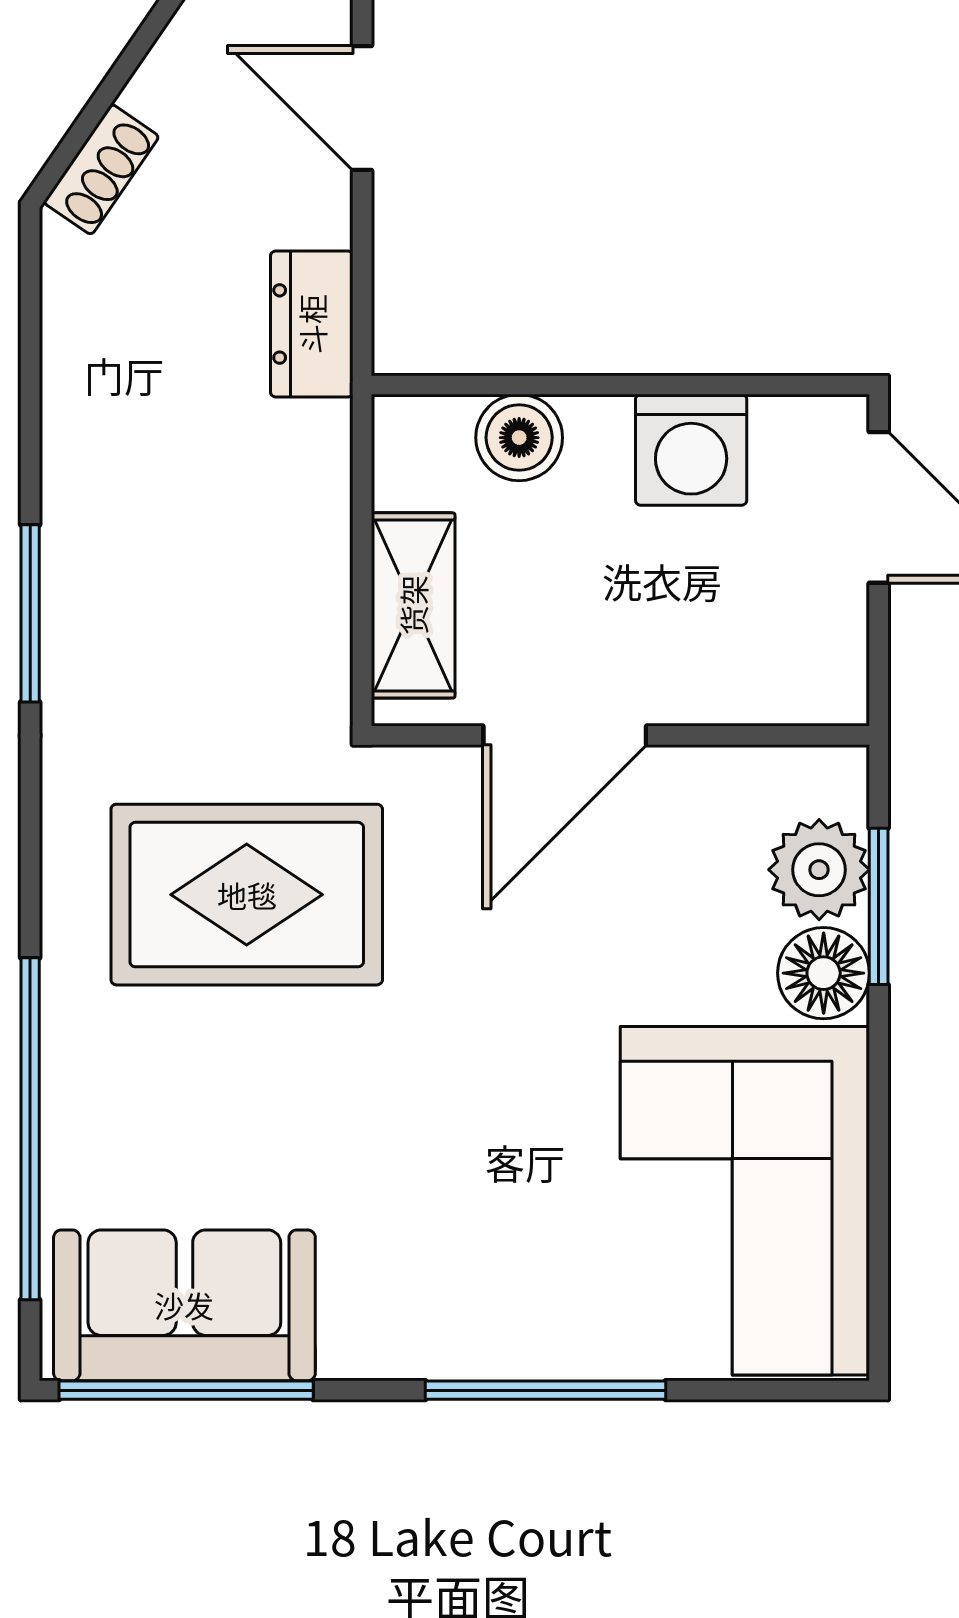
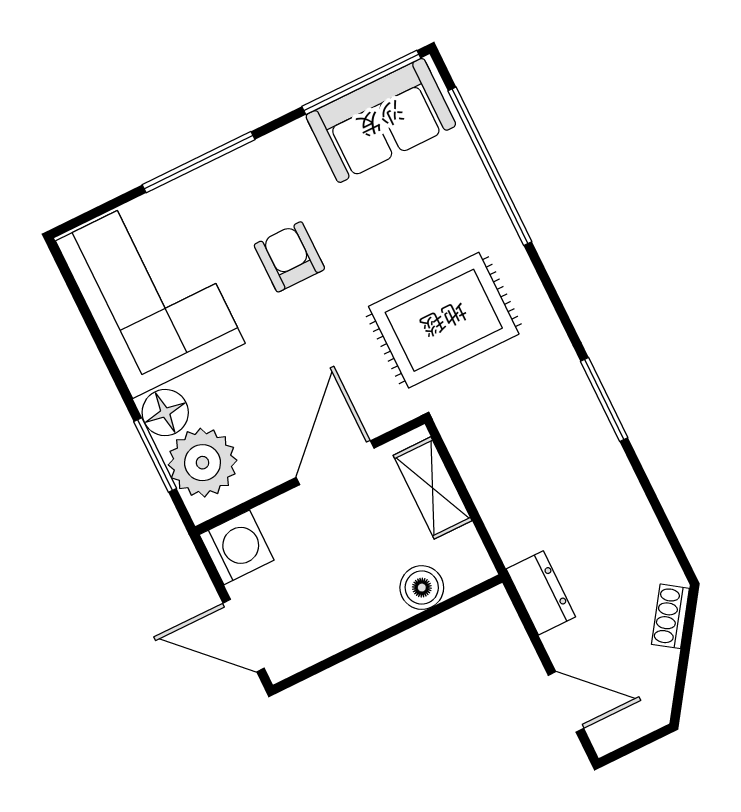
washing machine: (691, 450) -> (237, 547), moved, turned 90
plant: (819, 870) -> (203, 463), width x1.36, depth x1.36
armchair: (466, 1142) -> (289, 257), added

